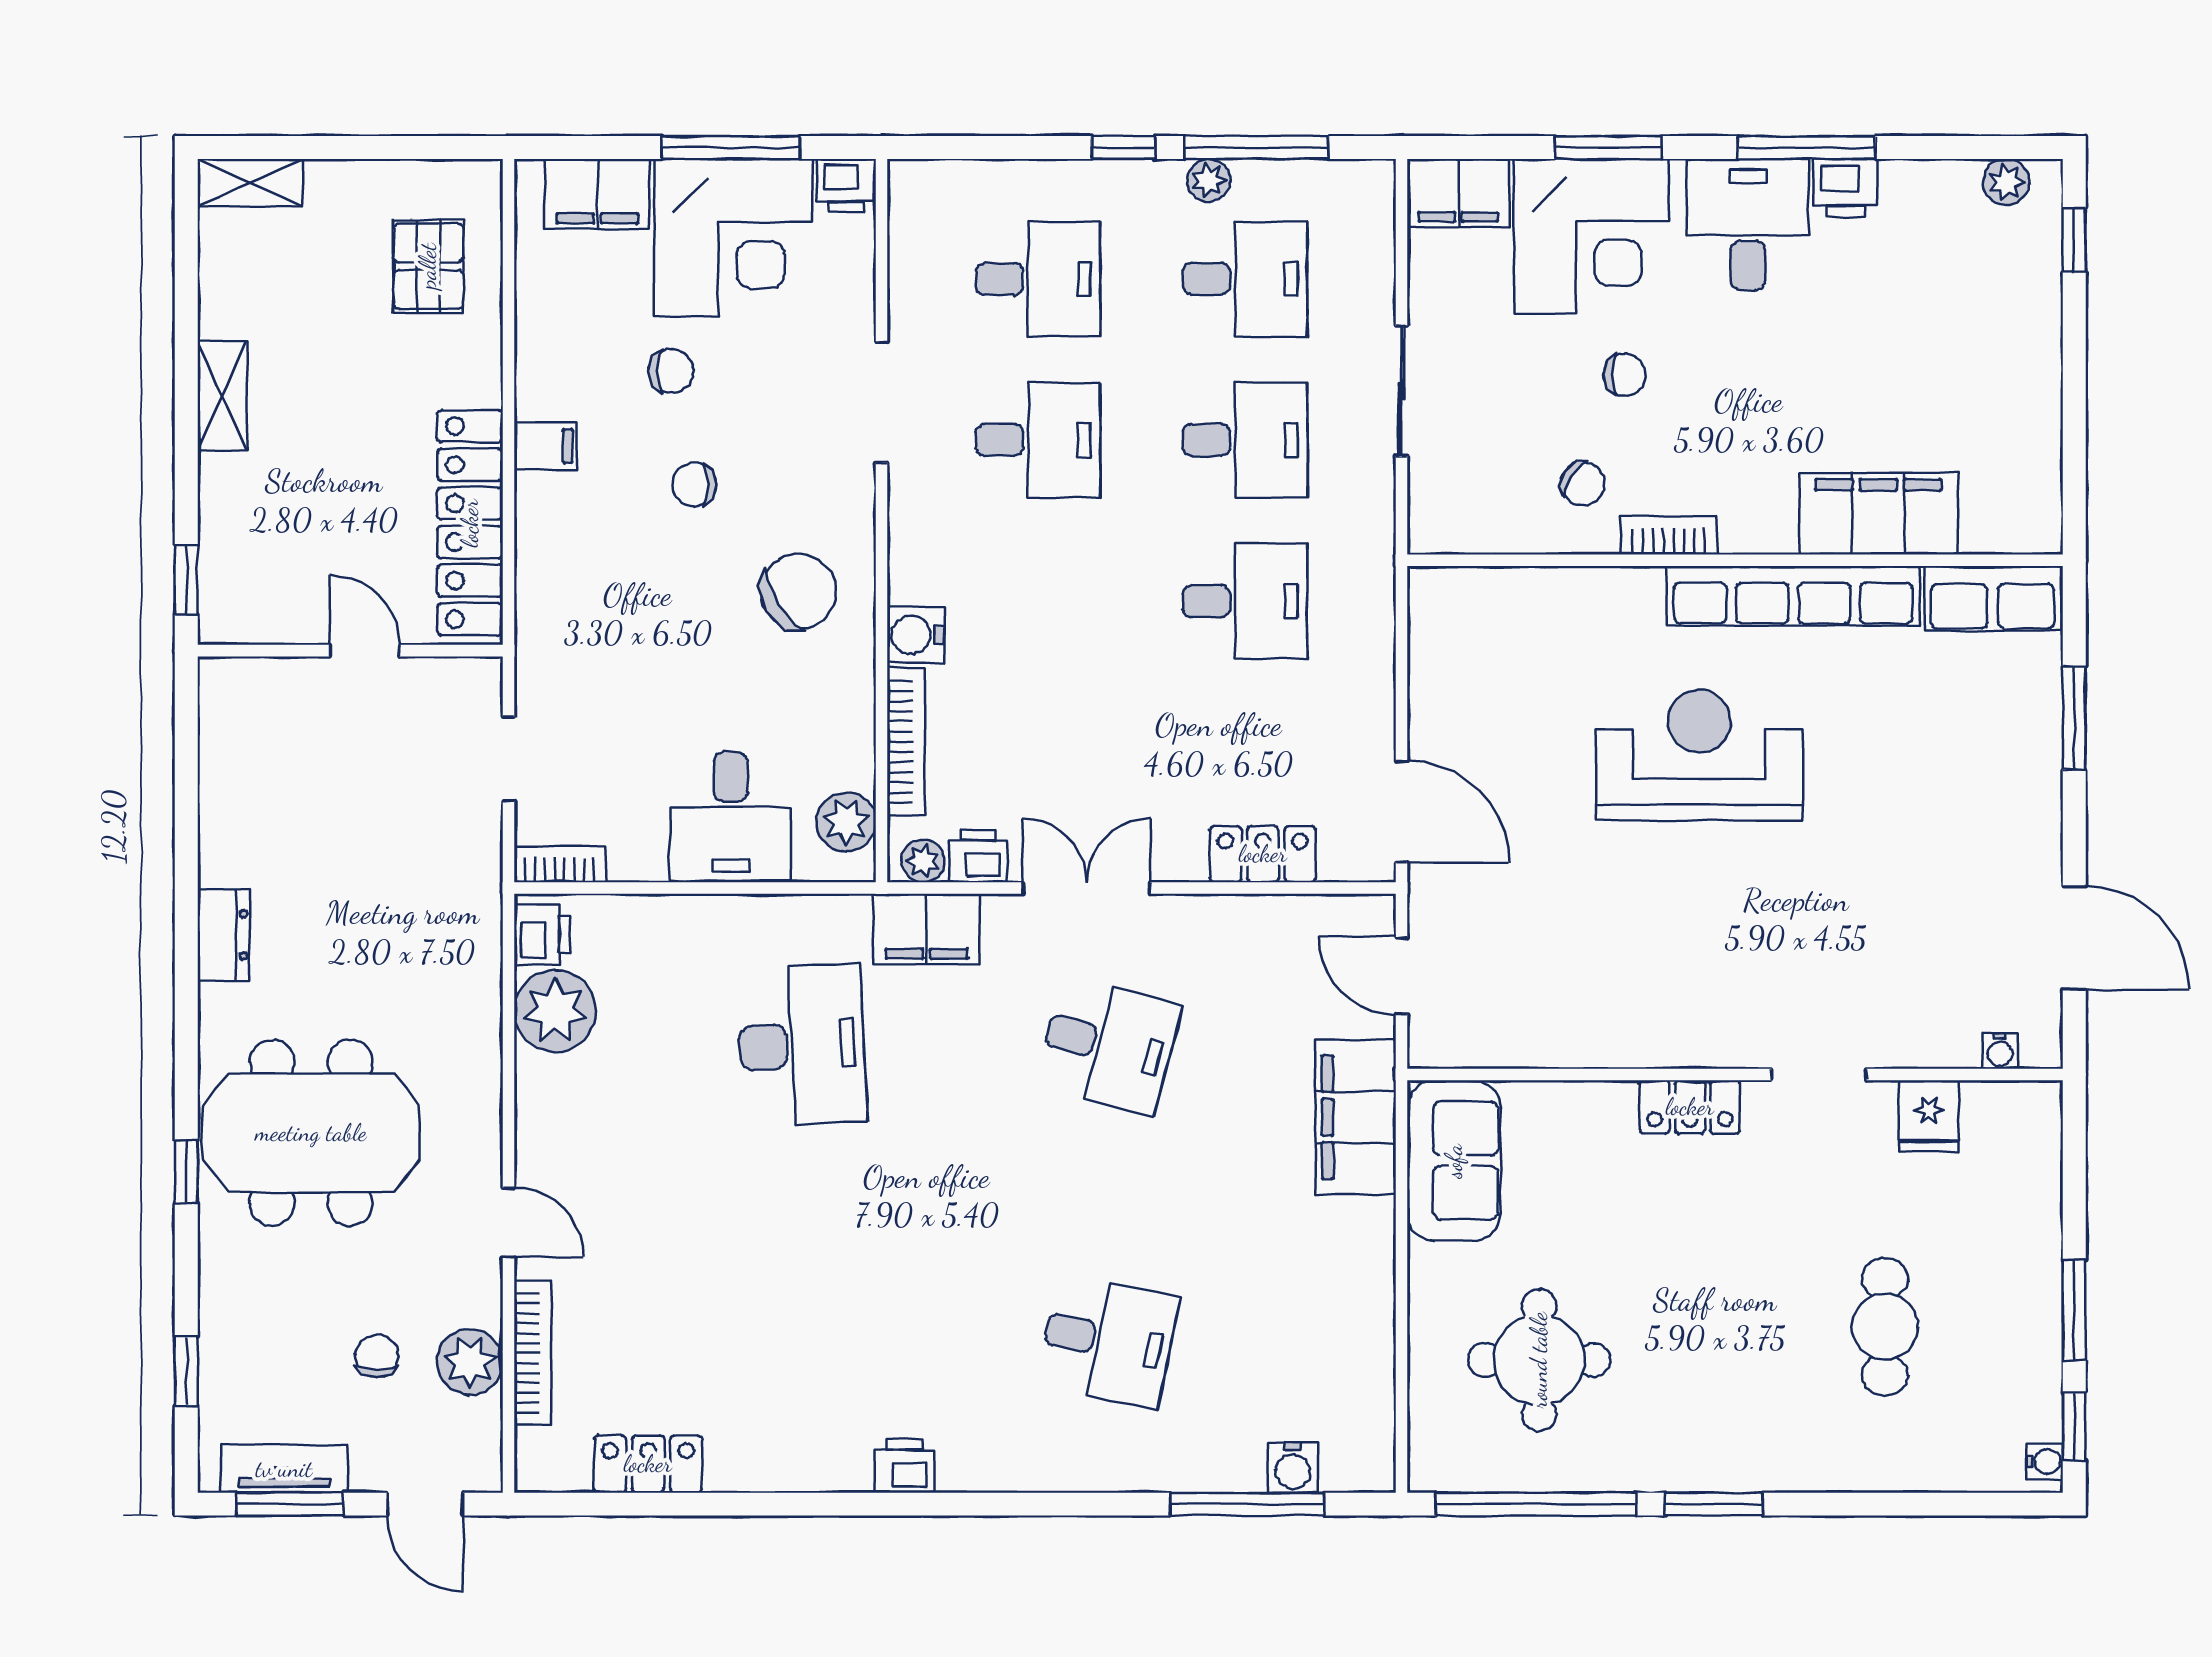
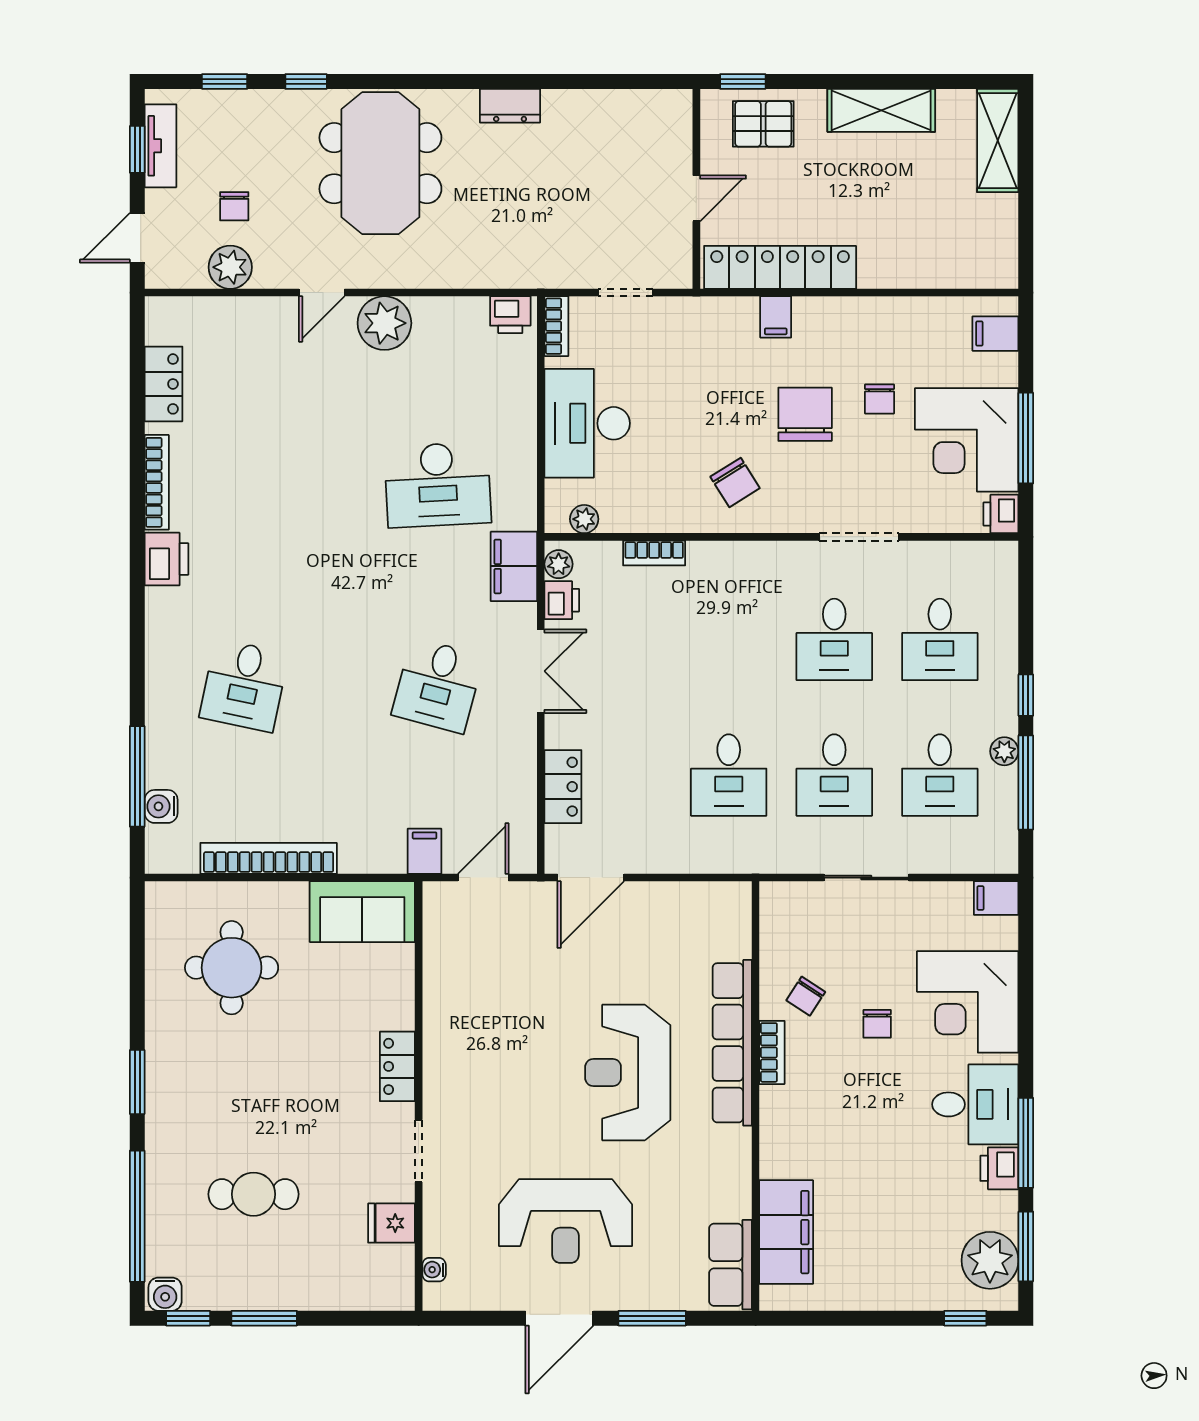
window: (1608, 148) -> (1026, 1246), moved
plant: (2006, 182) -> (990, 1260), width x1.88, depth x1.88
shelving: (250, 183) -> (998, 141), width x1.50, depth x1.33
filing cabinet: (1458, 193) -> (996, 898), width x0.50
filing cabinet: (597, 194) -> (995, 334), width x0.50
pallet: (428, 266) -> (763, 124), moved
shelving: (222, 396) -> (881, 110), width x1.50, depth x1.33
filing cabinet: (546, 446) -> (776, 317), moved
chair: (694, 485) -> (805, 414), width x1.87, depth x1.87
filing cabinet: (1878, 513) -> (786, 1232), moved
chair: (798, 591) -> (735, 482), width x0.73, depth x0.73
row of seats: (1793, 596) -> (732, 1043), moved
water cooler: (916, 635) -> (707, 559), removed
bookcase: (906, 742) -> (654, 553), width x0.64
reception desk: (1699, 755) -> (628, 1073), turned 180
desk: (731, 817) -> (587, 423), width x1.37
plant: (846, 822) -> (584, 519), width x0.73, depth x0.73
reception desk: (1926, 850) -> (566, 1221), added
door: (2074, 938) -> (559, 1318), moved
plant: (555, 1011) -> (384, 323), moved
filing cabinet: (1356, 1117) -> (425, 851), width x0.33, depth x0.86
window: (186, 1172) -> (306, 81), moved
bookcase: (1372, 1304) -> (269, 858), added
bookcase: (533, 1353) -> (157, 482), moved, turned -90
chair: (377, 1356) -> (234, 206), turned 90
water cooler: (2045, 1462) -> (165, 1294), width x1.38, depth x1.38
printer: (905, 1466) -> (166, 559), width x1.36, depth x1.24
window: (290, 1504) -> (137, 149), width x0.67
window: (1536, 1504) -> (137, 1216), moved

